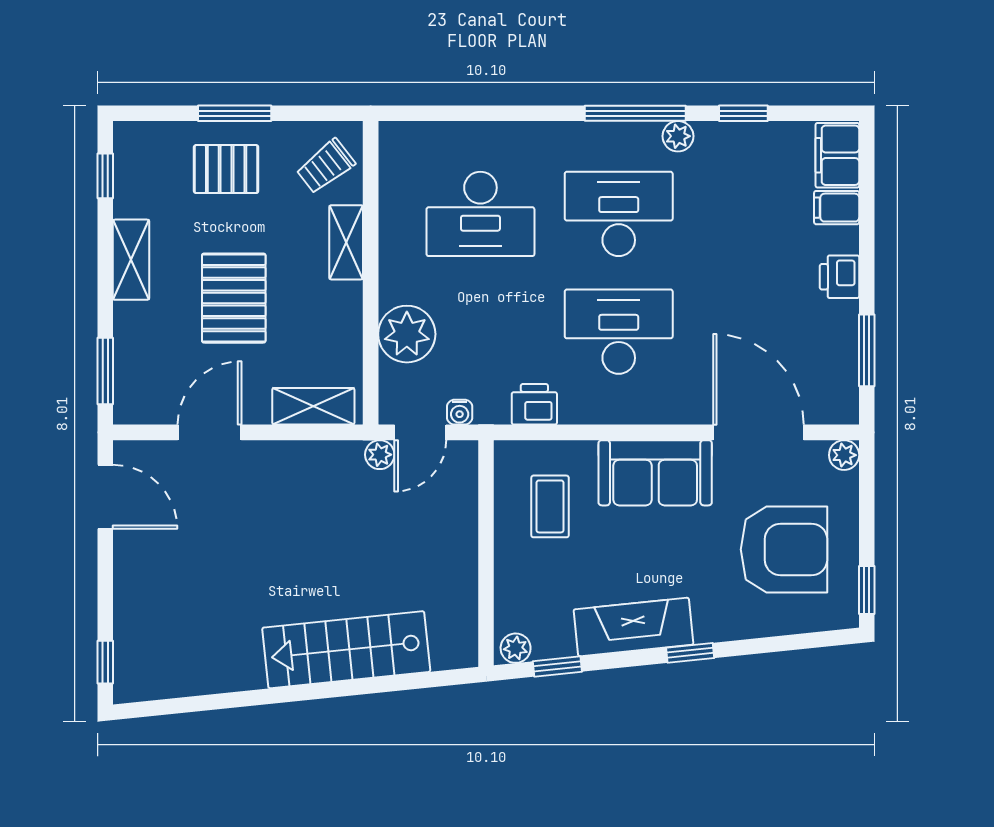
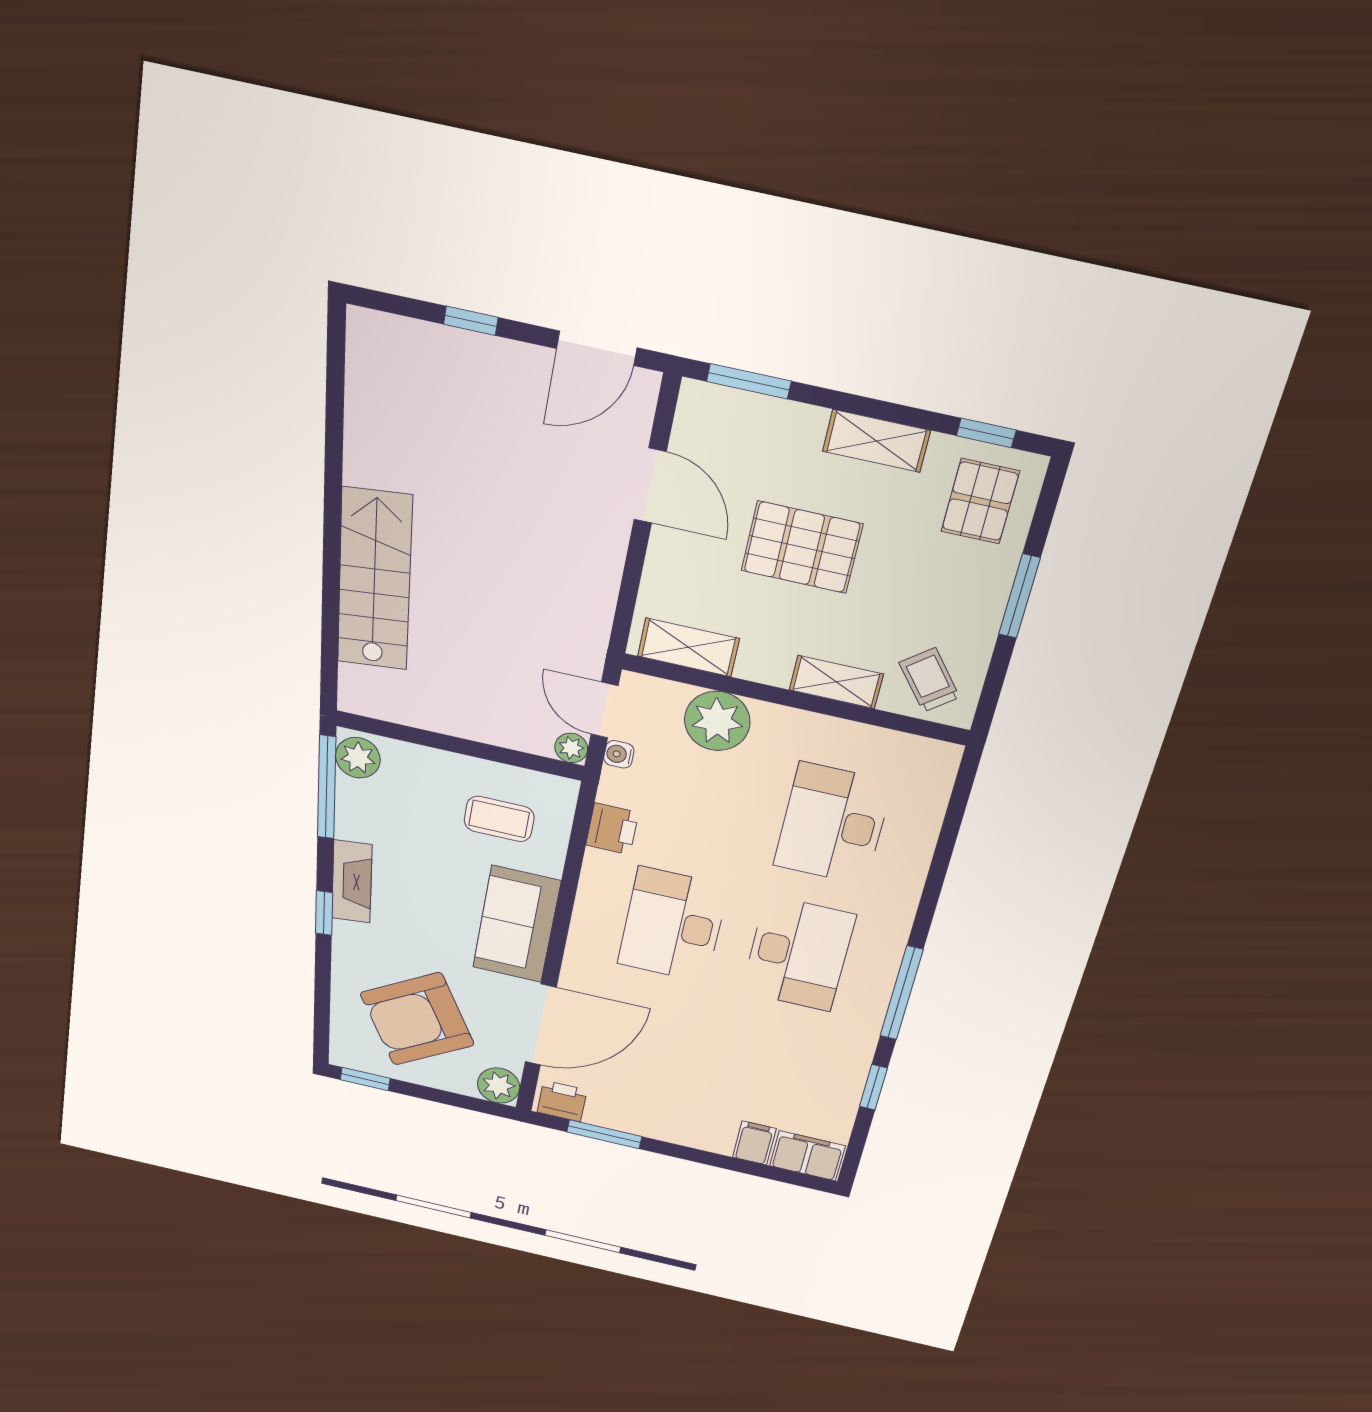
plant: (678, 136) -> (866, 1025), removed
pallet: (226, 169) -> (980, 501), moved
printer: (839, 277) -> (562, 1101), moved
desk: (619, 332) -> (673, 925), turned 180
shelving: (313, 406) -> (688, 647), moved, turned 90
plant: (380, 455) -> (571, 748), moved
plant: (844, 455) -> (499, 1085), width x1.38, depth x1.38
armchair: (784, 549) -> (417, 1019), turned 59
fireplace: (633, 627) -> (352, 882), width x0.73, depth x0.76
plant: (516, 648) -> (358, 758), width x1.38, depth x1.38
window: (105, 662) -> (471, 321), moved
window: (557, 666) -> (327, 787), width x2.17

